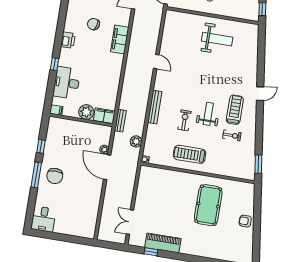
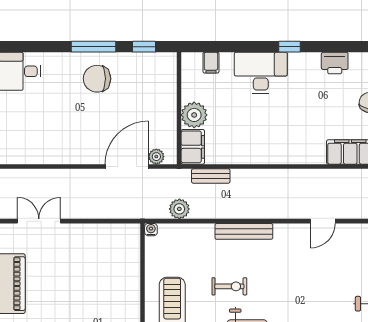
plant: (86, 112) -> (194, 115), moved
filing cabinet: (104, 116) -> (193, 147), moved
wall: (81, 120) -> (179, 108), moved

